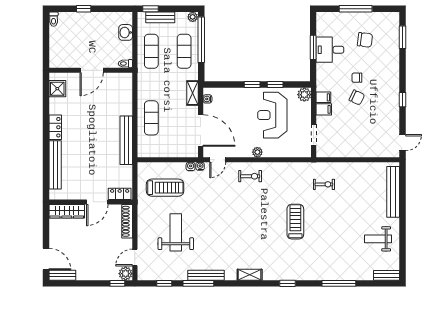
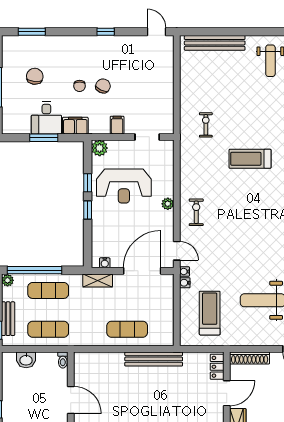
filing cabinet: (323, 97) -> (75, 126), moved, width x2.00
door: (97, 202) -> (227, 393), hinge flipped

